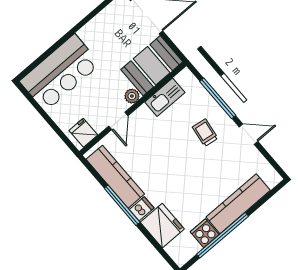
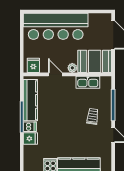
bar counter: (60, 73) -> (56, 26), width x1.36
door: (118, 121) -> (55, 74), swing flipped
fridge: (162, 226) -> (30, 138), width x0.53, depth x0.75

